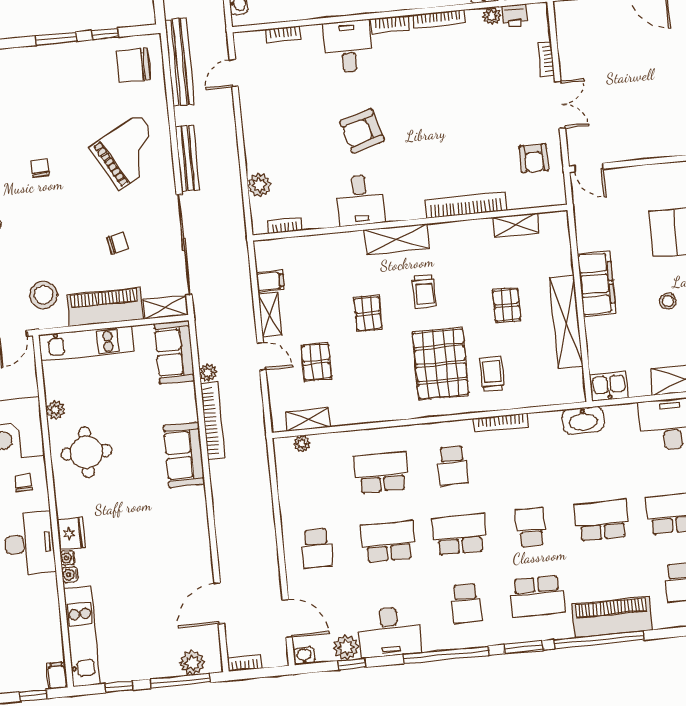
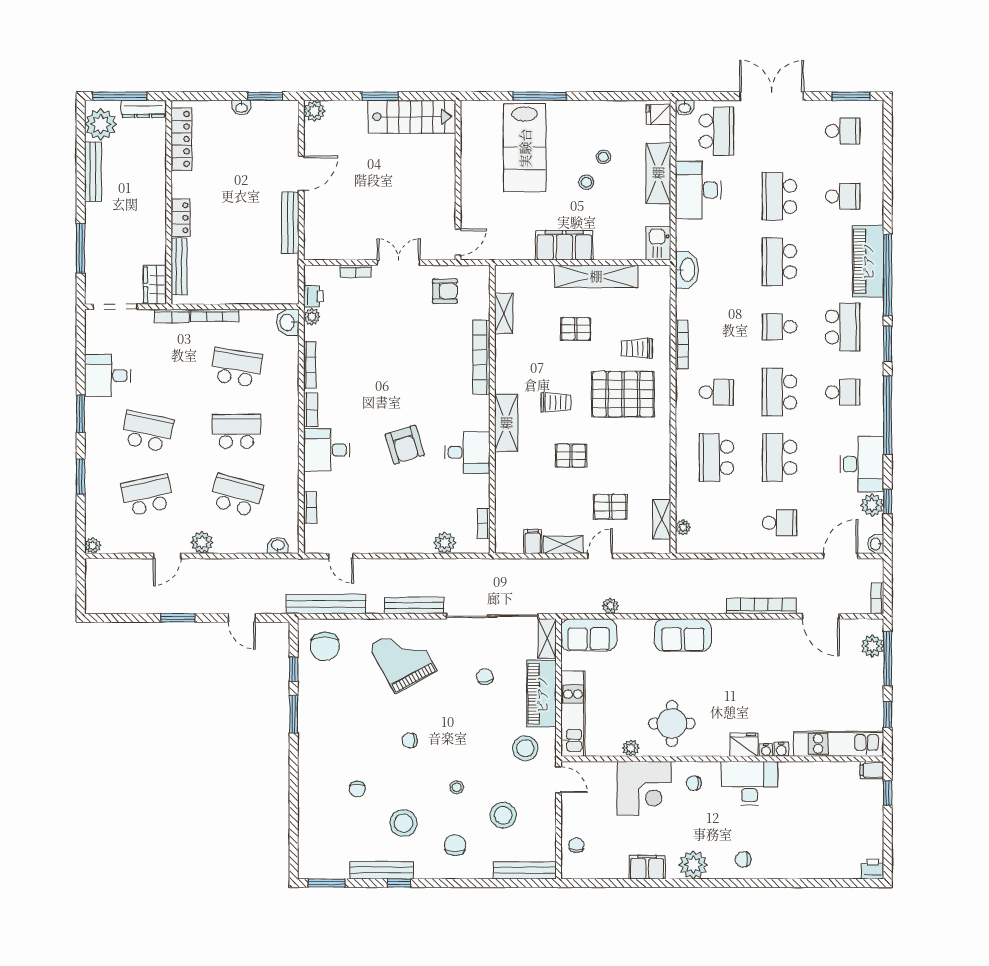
bookcase: (213, 421) -> (761, 606), moved

